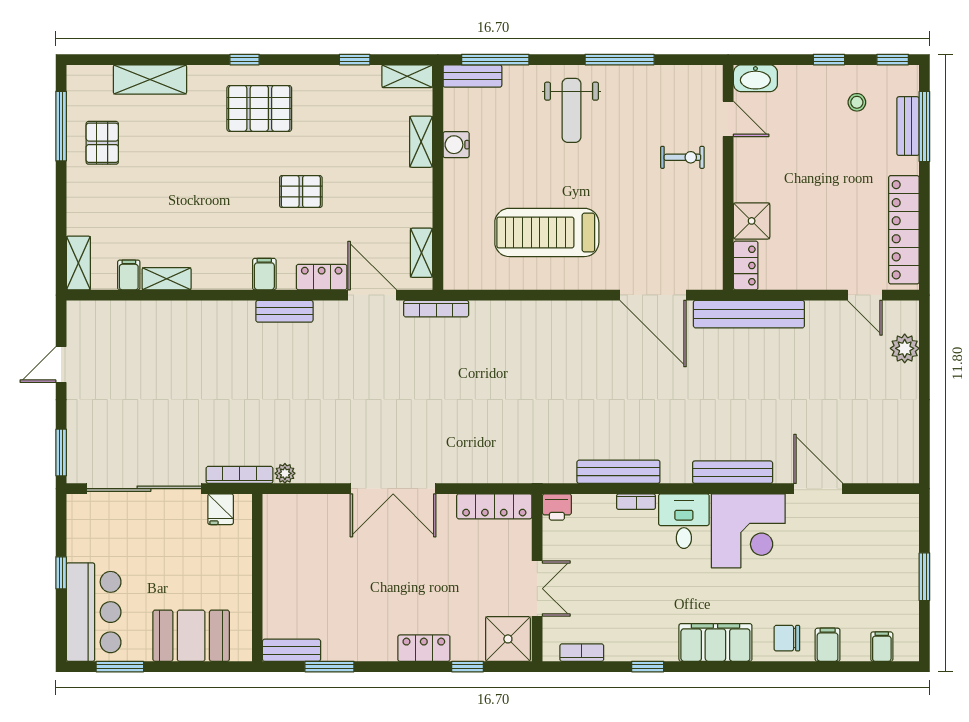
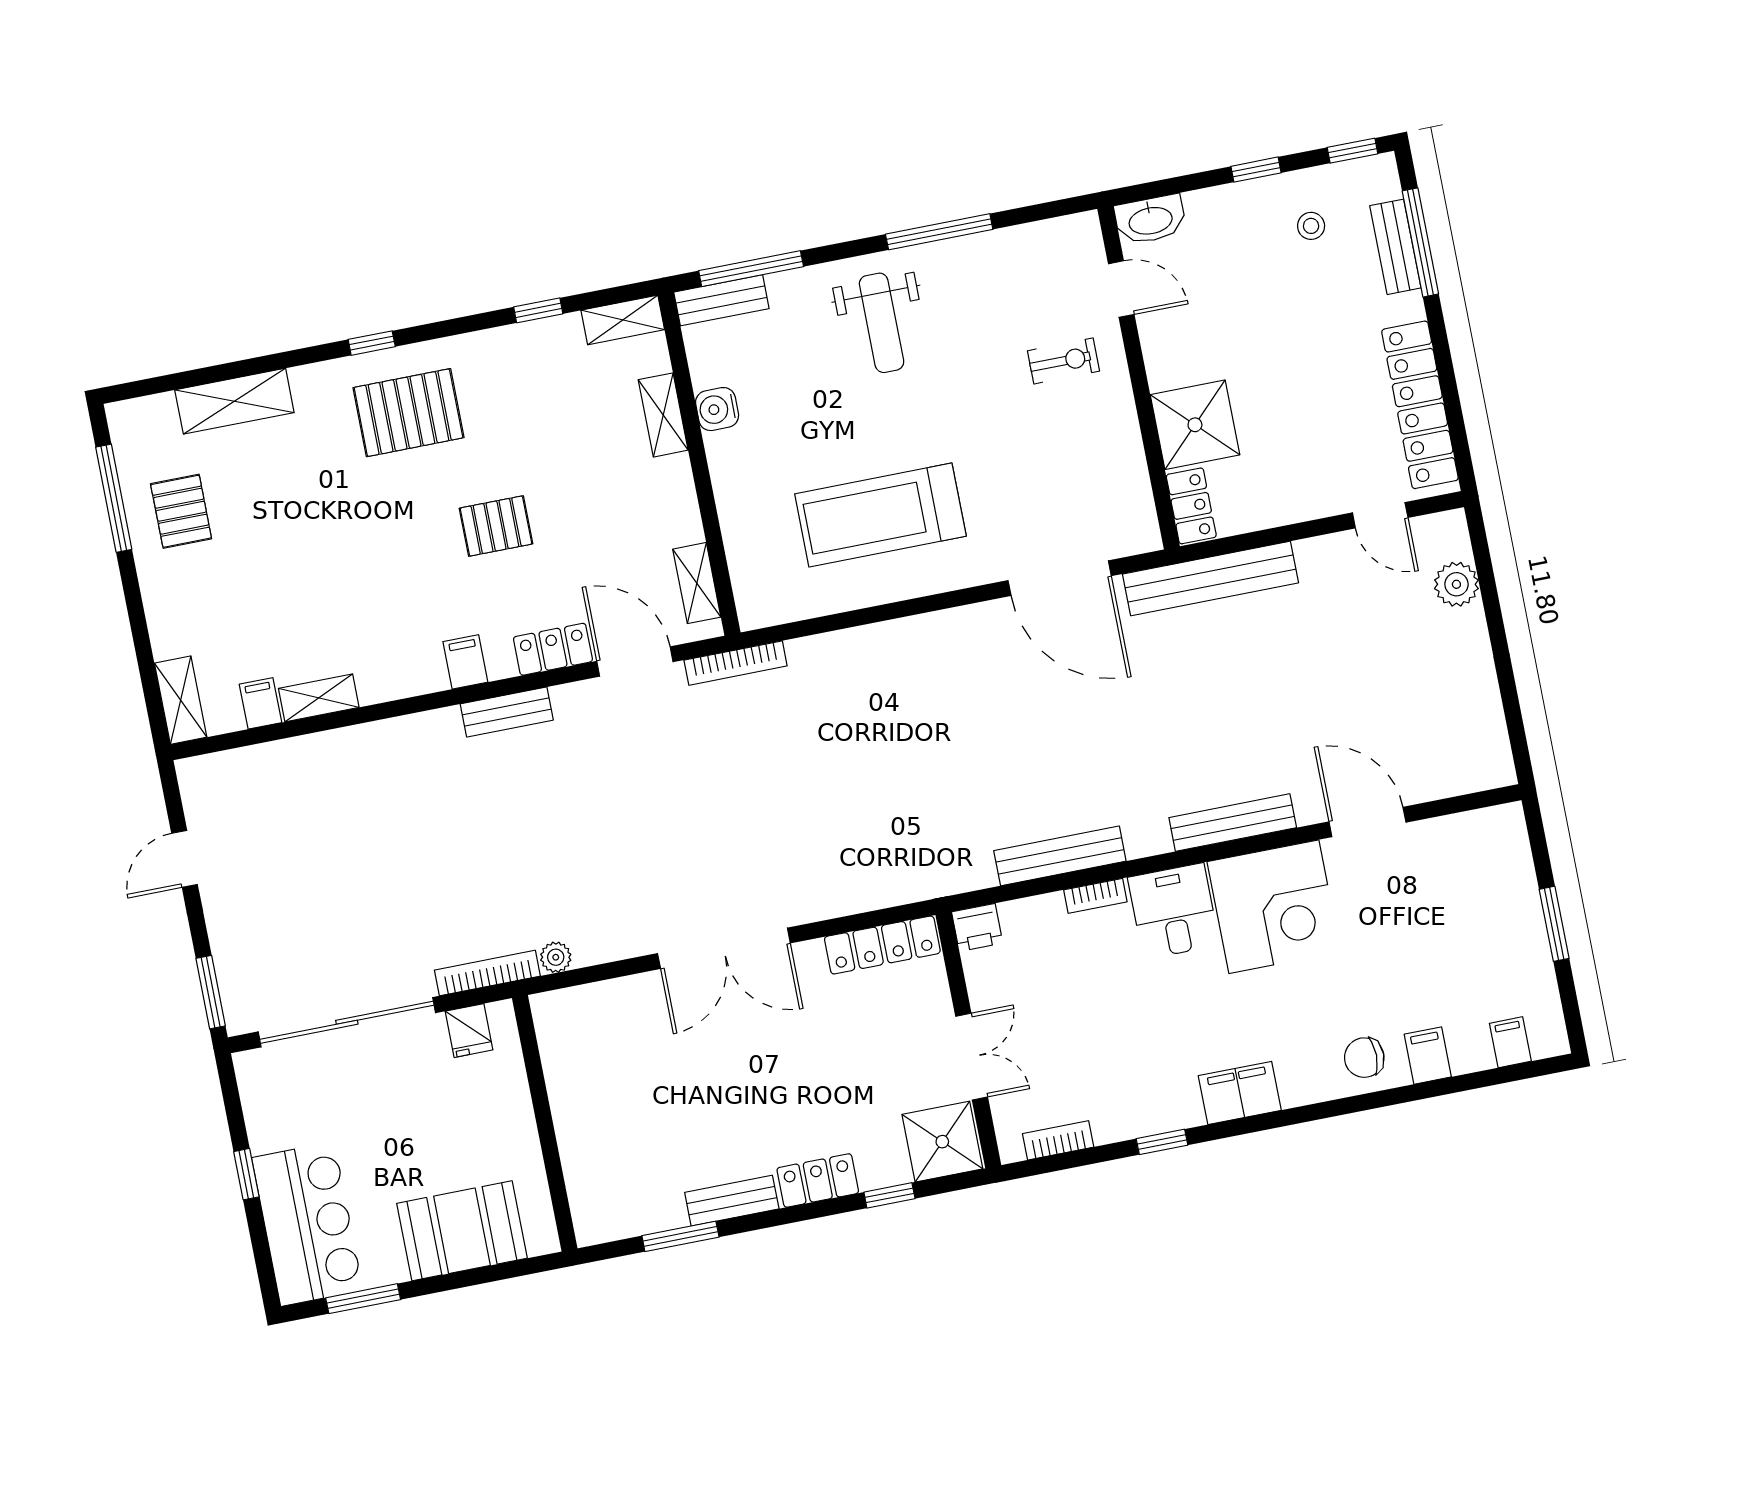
shower: (752, 221) -> (1195, 425), width x1.36, depth x1.36
filing cabinet: (715, 642) -> (1240, 1093), width x0.67, depth x0.86
bench: (292, 650) -> (732, 1201), moved

